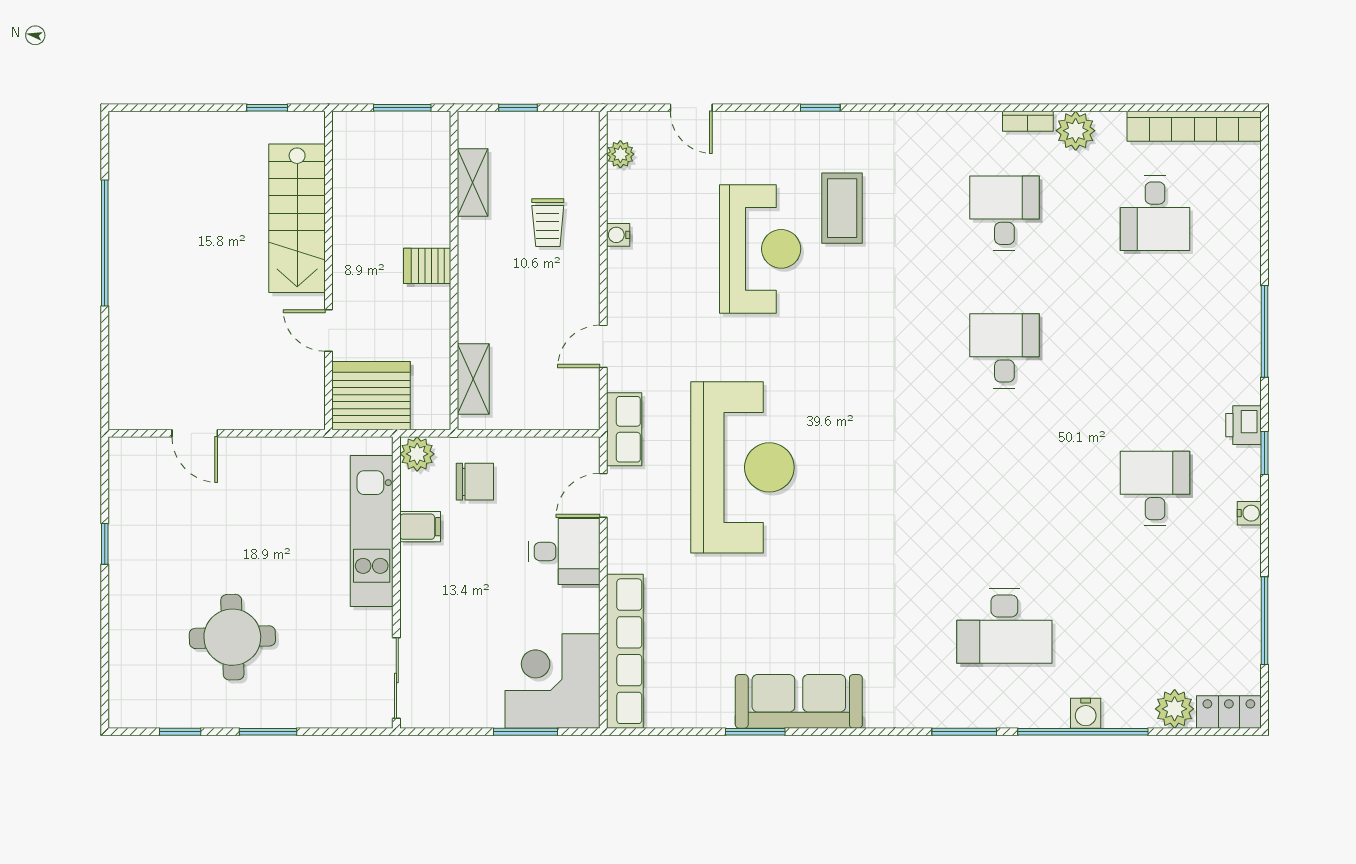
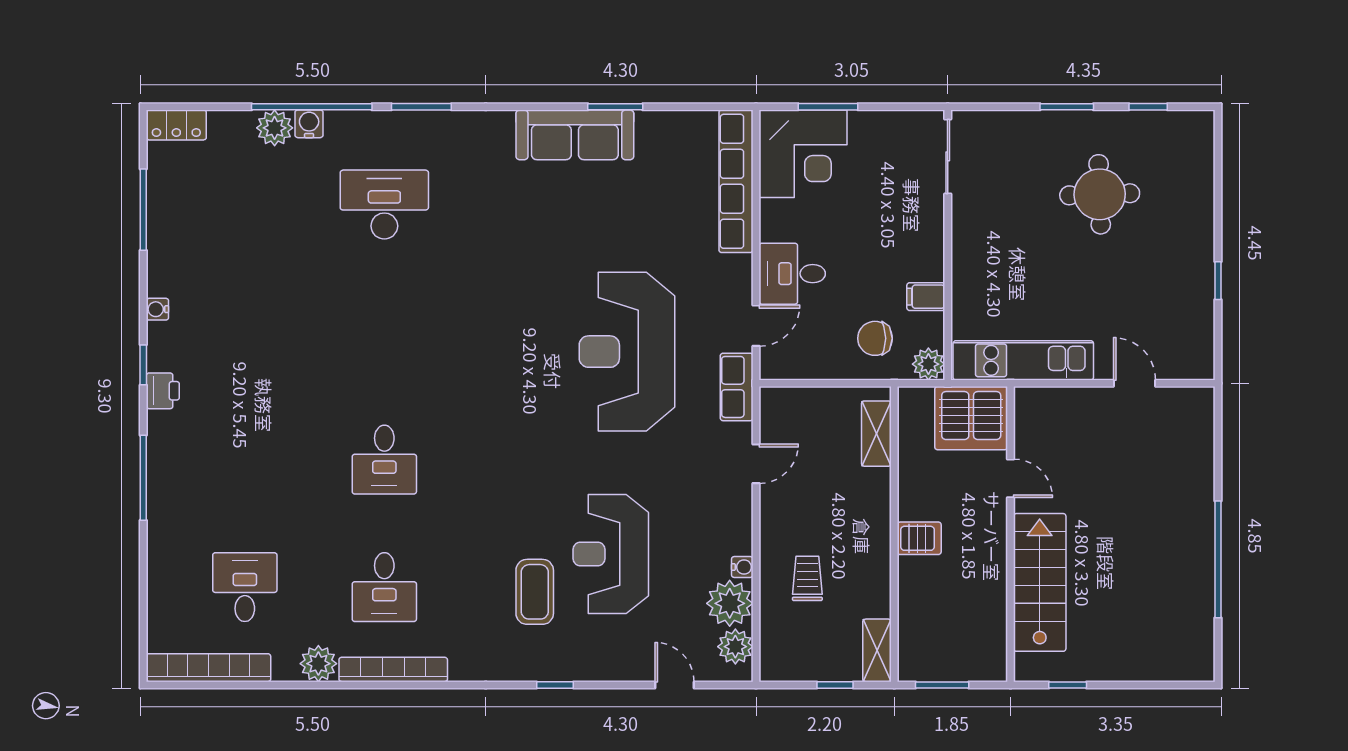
bookcase: (1028, 121) -> (393, 669), width x2.31, depth x1.31
plant: (620, 154) -> (735, 647), width x1.38, depth x1.38
shelving: (473, 183) -> (877, 650), moved
plant: (632, 196) -> (730, 603), added
desk: (1155, 488) -> (245, 332), removed
kitchen unit: (372, 531) -> (1023, 360), moved, turned -90
plant: (1175, 709) -> (275, 128), moved

